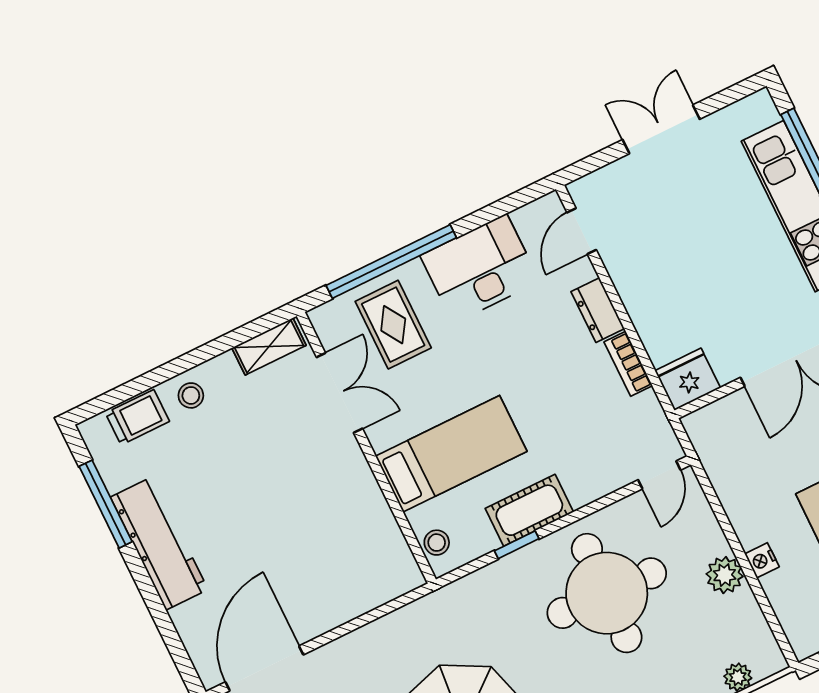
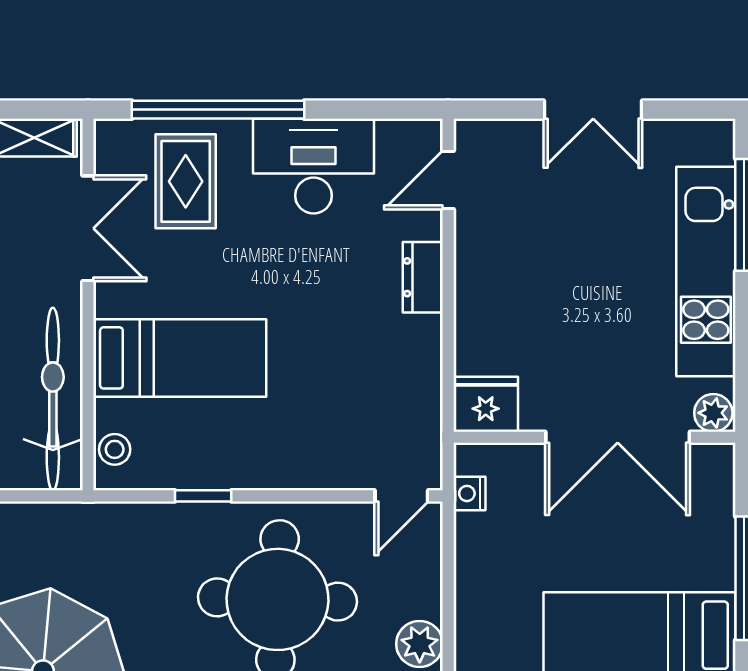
double door: (661, 129) -> (593, 110), swing flipped
bookcase: (628, 364) -> (428, 354), removed
cot: (529, 510) -> (236, 464), removed
bicycle: (374, 528) -> (53, 399), added
nightstand: (762, 560) -> (469, 493), moved

